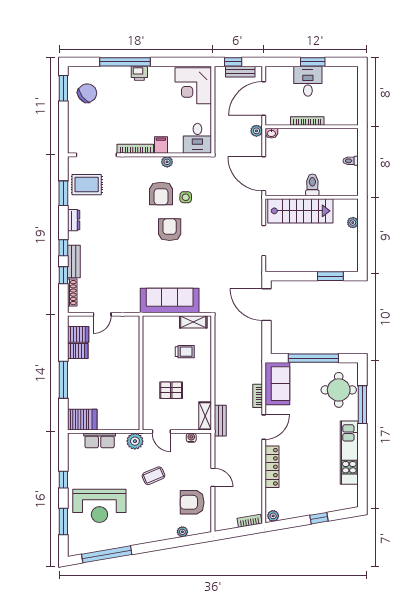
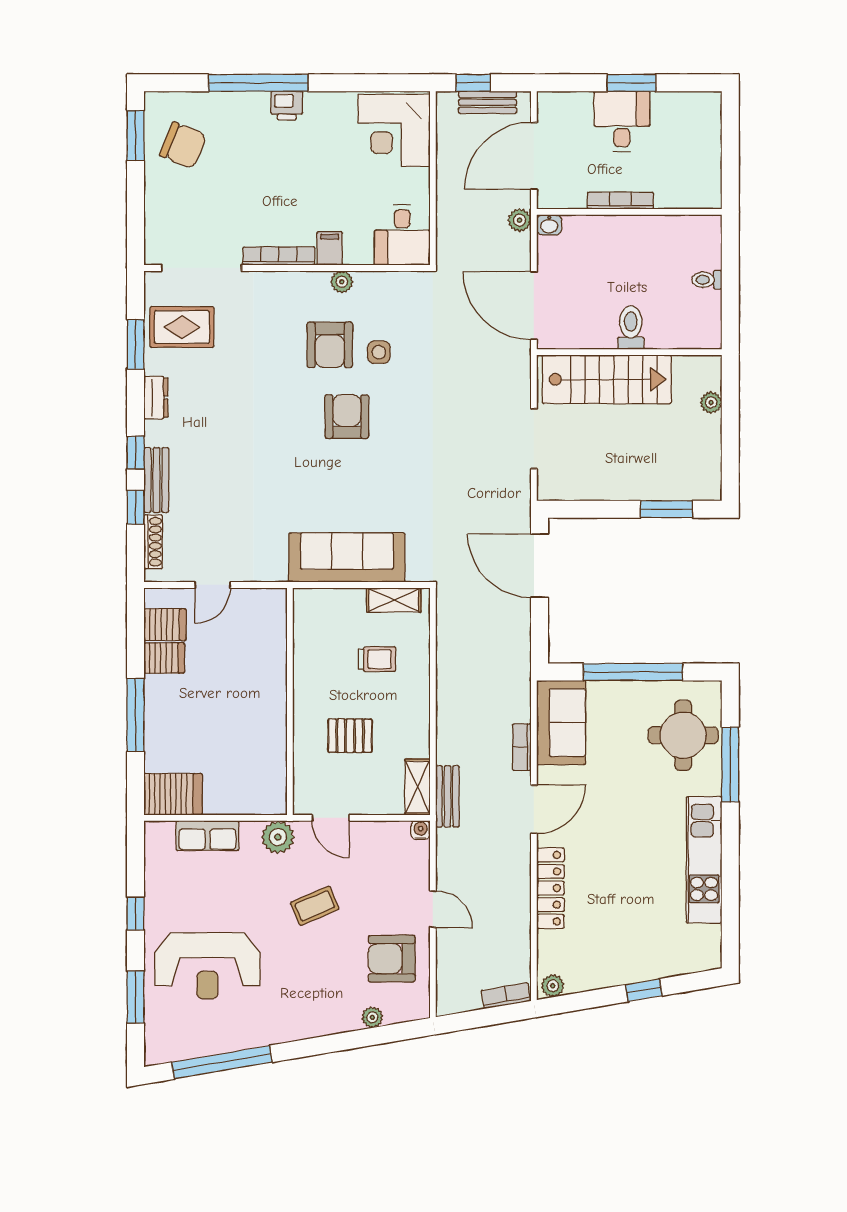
chair: (87, 93) -> (183, 145), turned 60
water cooler: (191, 438) -> (421, 830), moved

